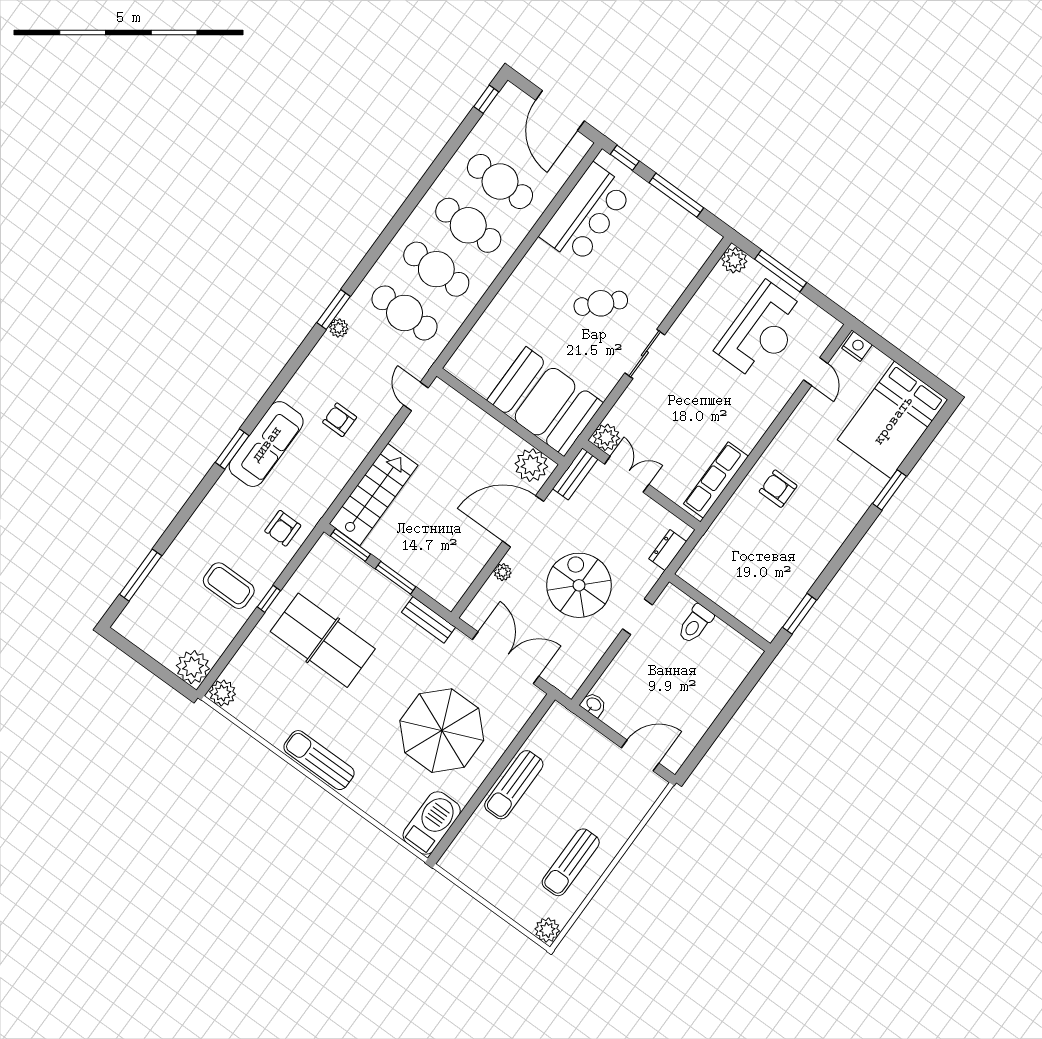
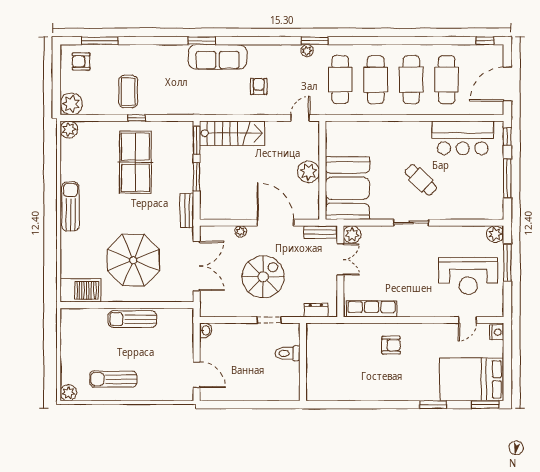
plant: (531, 465) -> (308, 172), moved
armchair: (778, 489) -> (391, 345), turned 90
armchair: (283, 528) -> (81, 61), moved
window: (799, 614) -> (485, 405), moved

